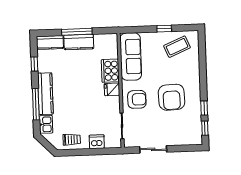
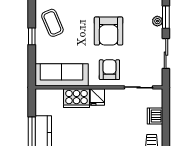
armchair: (172, 97) -> (109, 31), turned 92
plant: (182, 141) -> (157, 21), added
window: (186, 148) -> (166, 17), added

